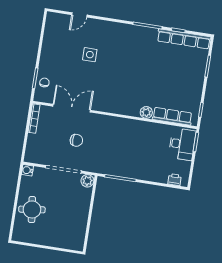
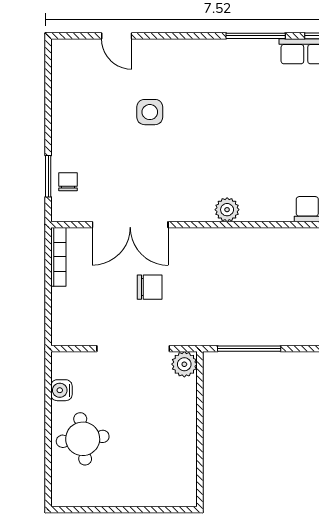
door: (79, 15) -> (117, 36), hinge flipped
double door: (72, 108) -> (130, 225), swing flipped
plant: (146, 112) -> (227, 210), moved
water cooler: (27, 170) -> (61, 390), moved

